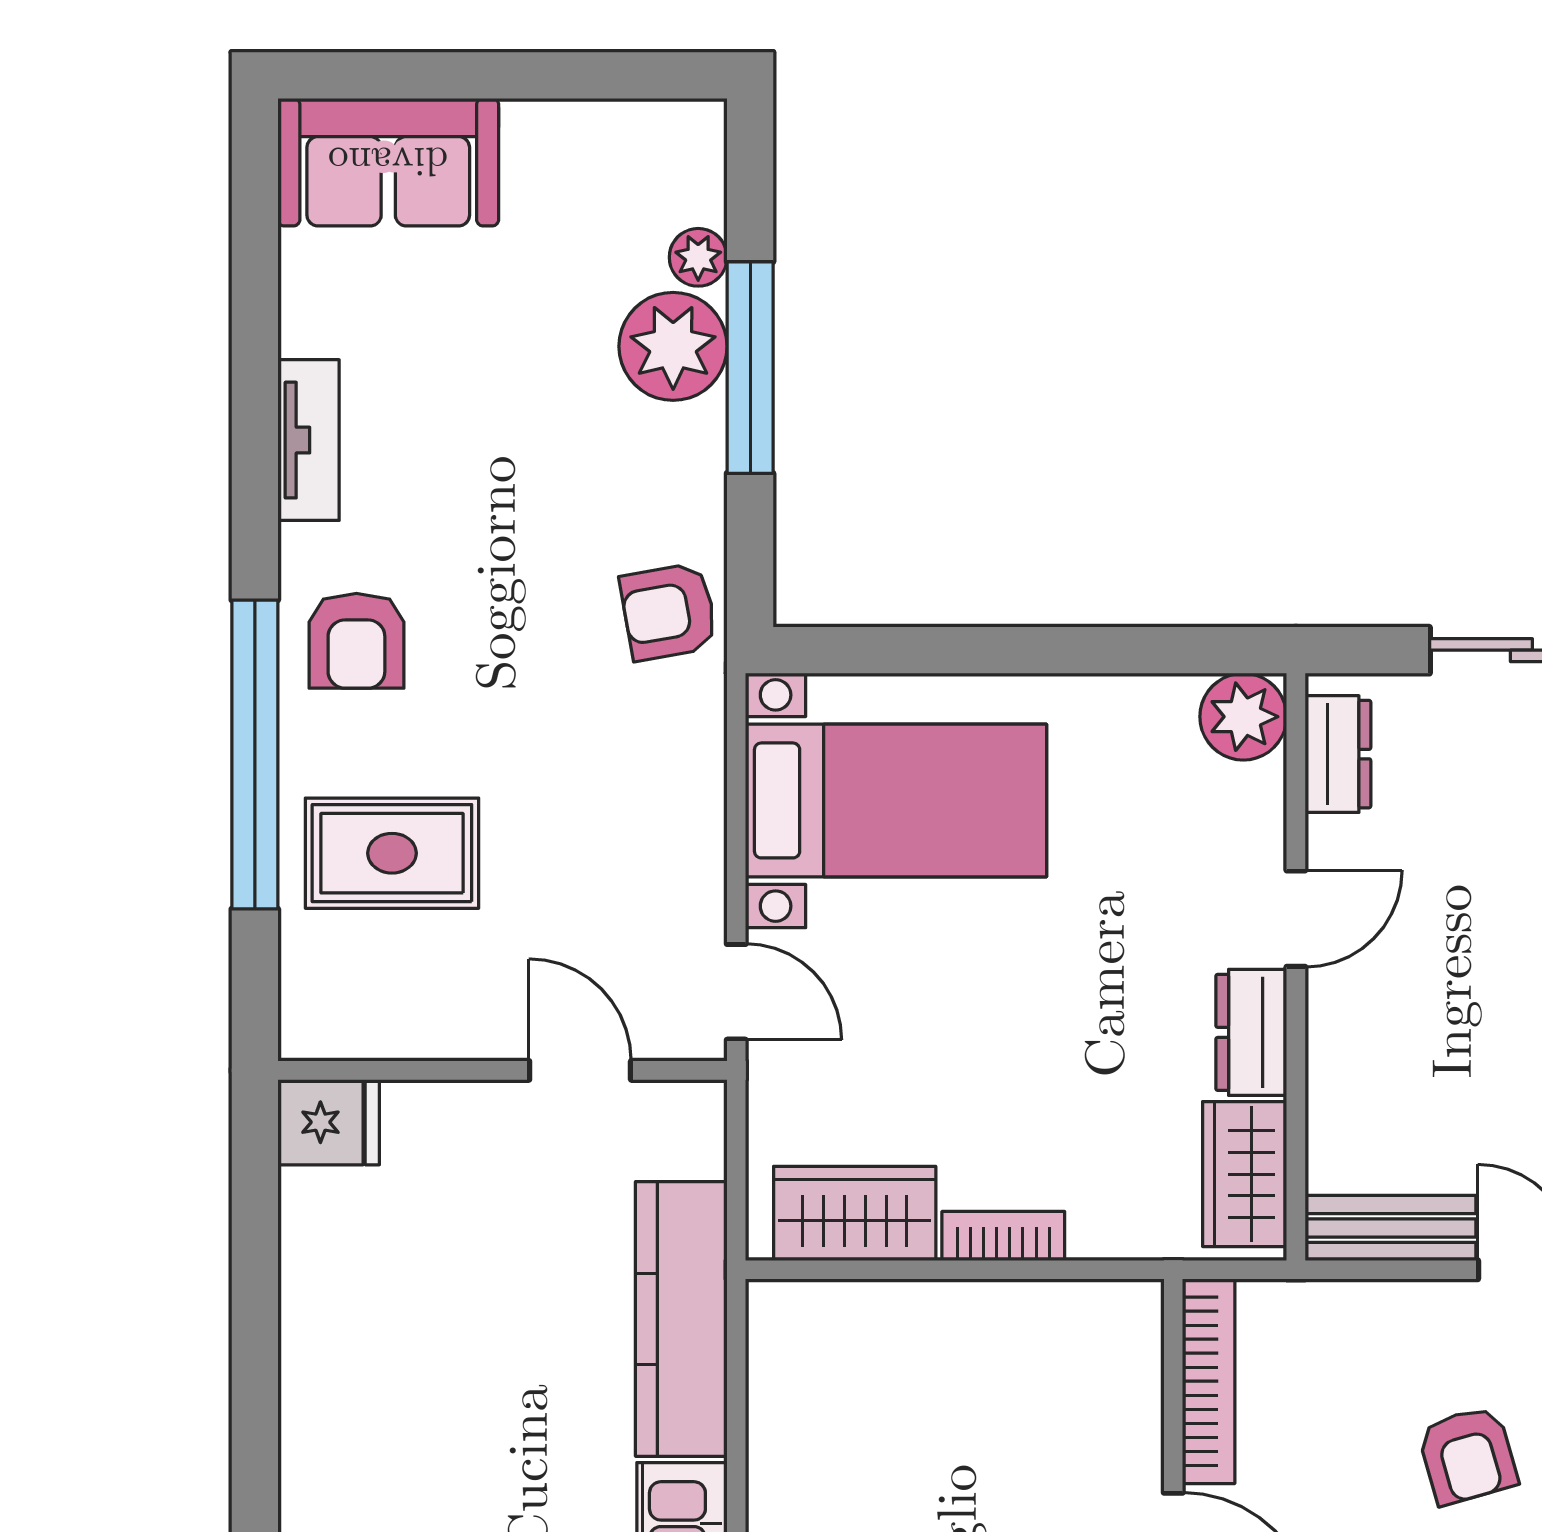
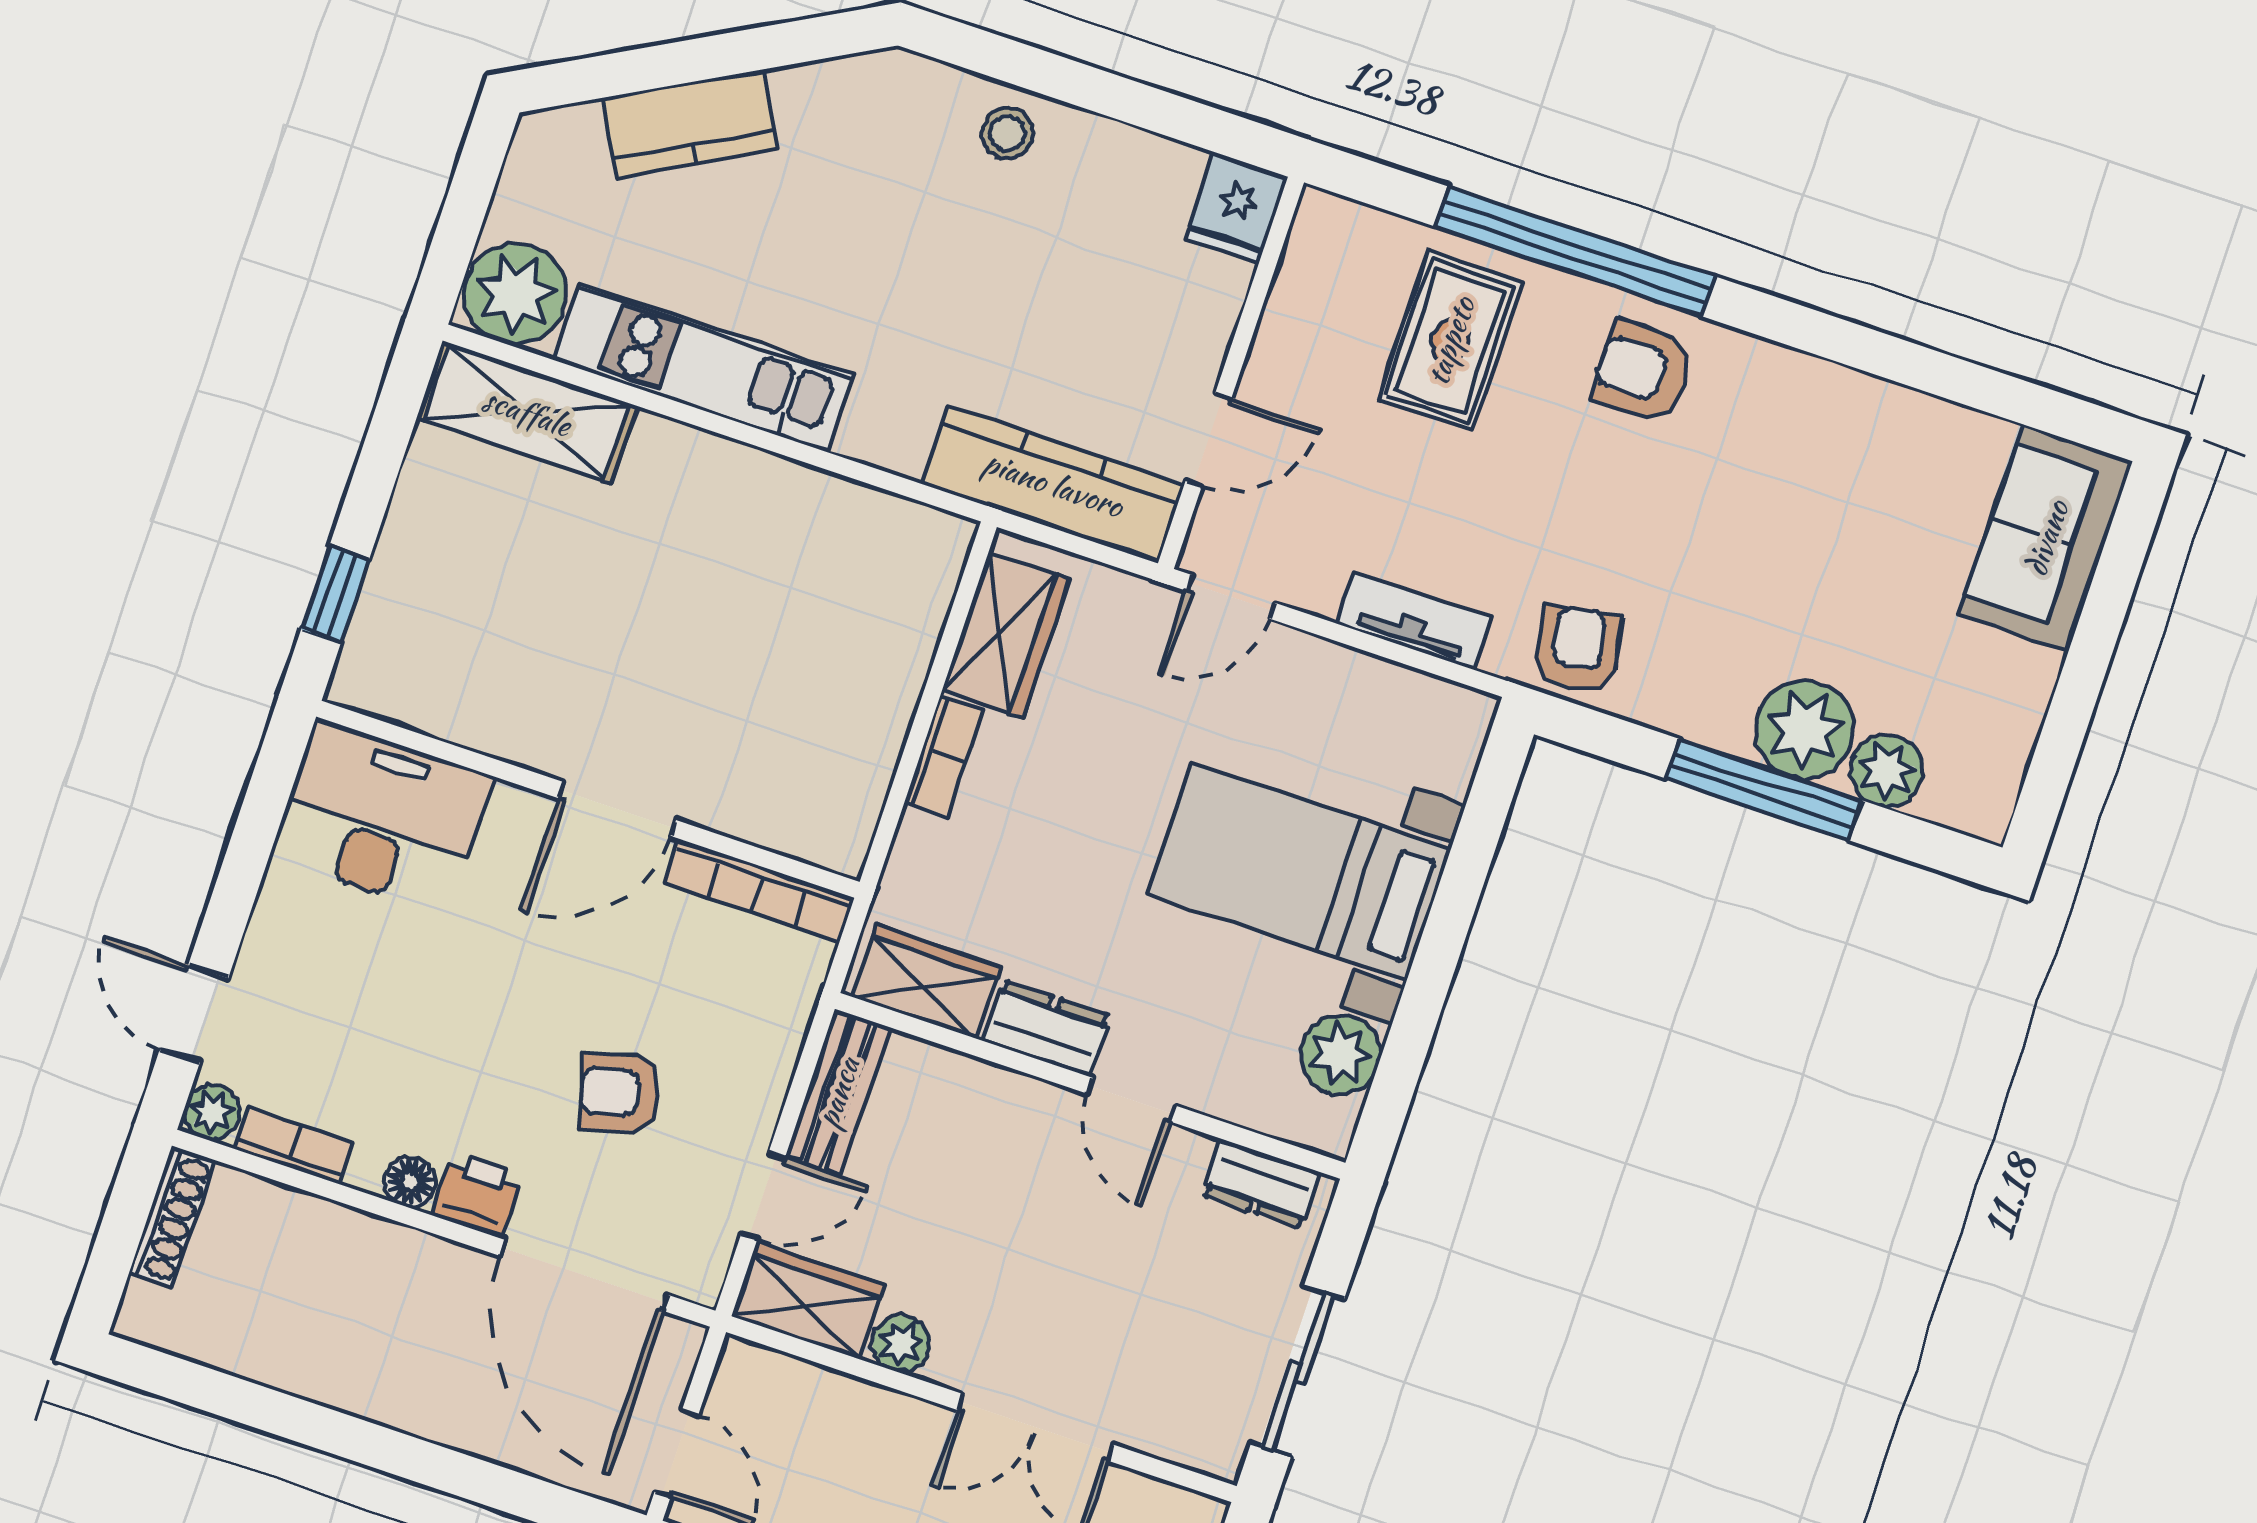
plant: (698, 257) -> (1886, 771), width x1.38, depth x1.38
tv unit: (308, 440) -> (1414, 620), moved, turned 180
plant: (1243, 717) -> (1340, 1055), moved
bed with nightstands: (896, 800) -> (1299, 871), moved, turned 90
kitchen counter: (681, 1319) -> (1053, 484), moved
stool: (331, 1388) -> (1007, 133), added

